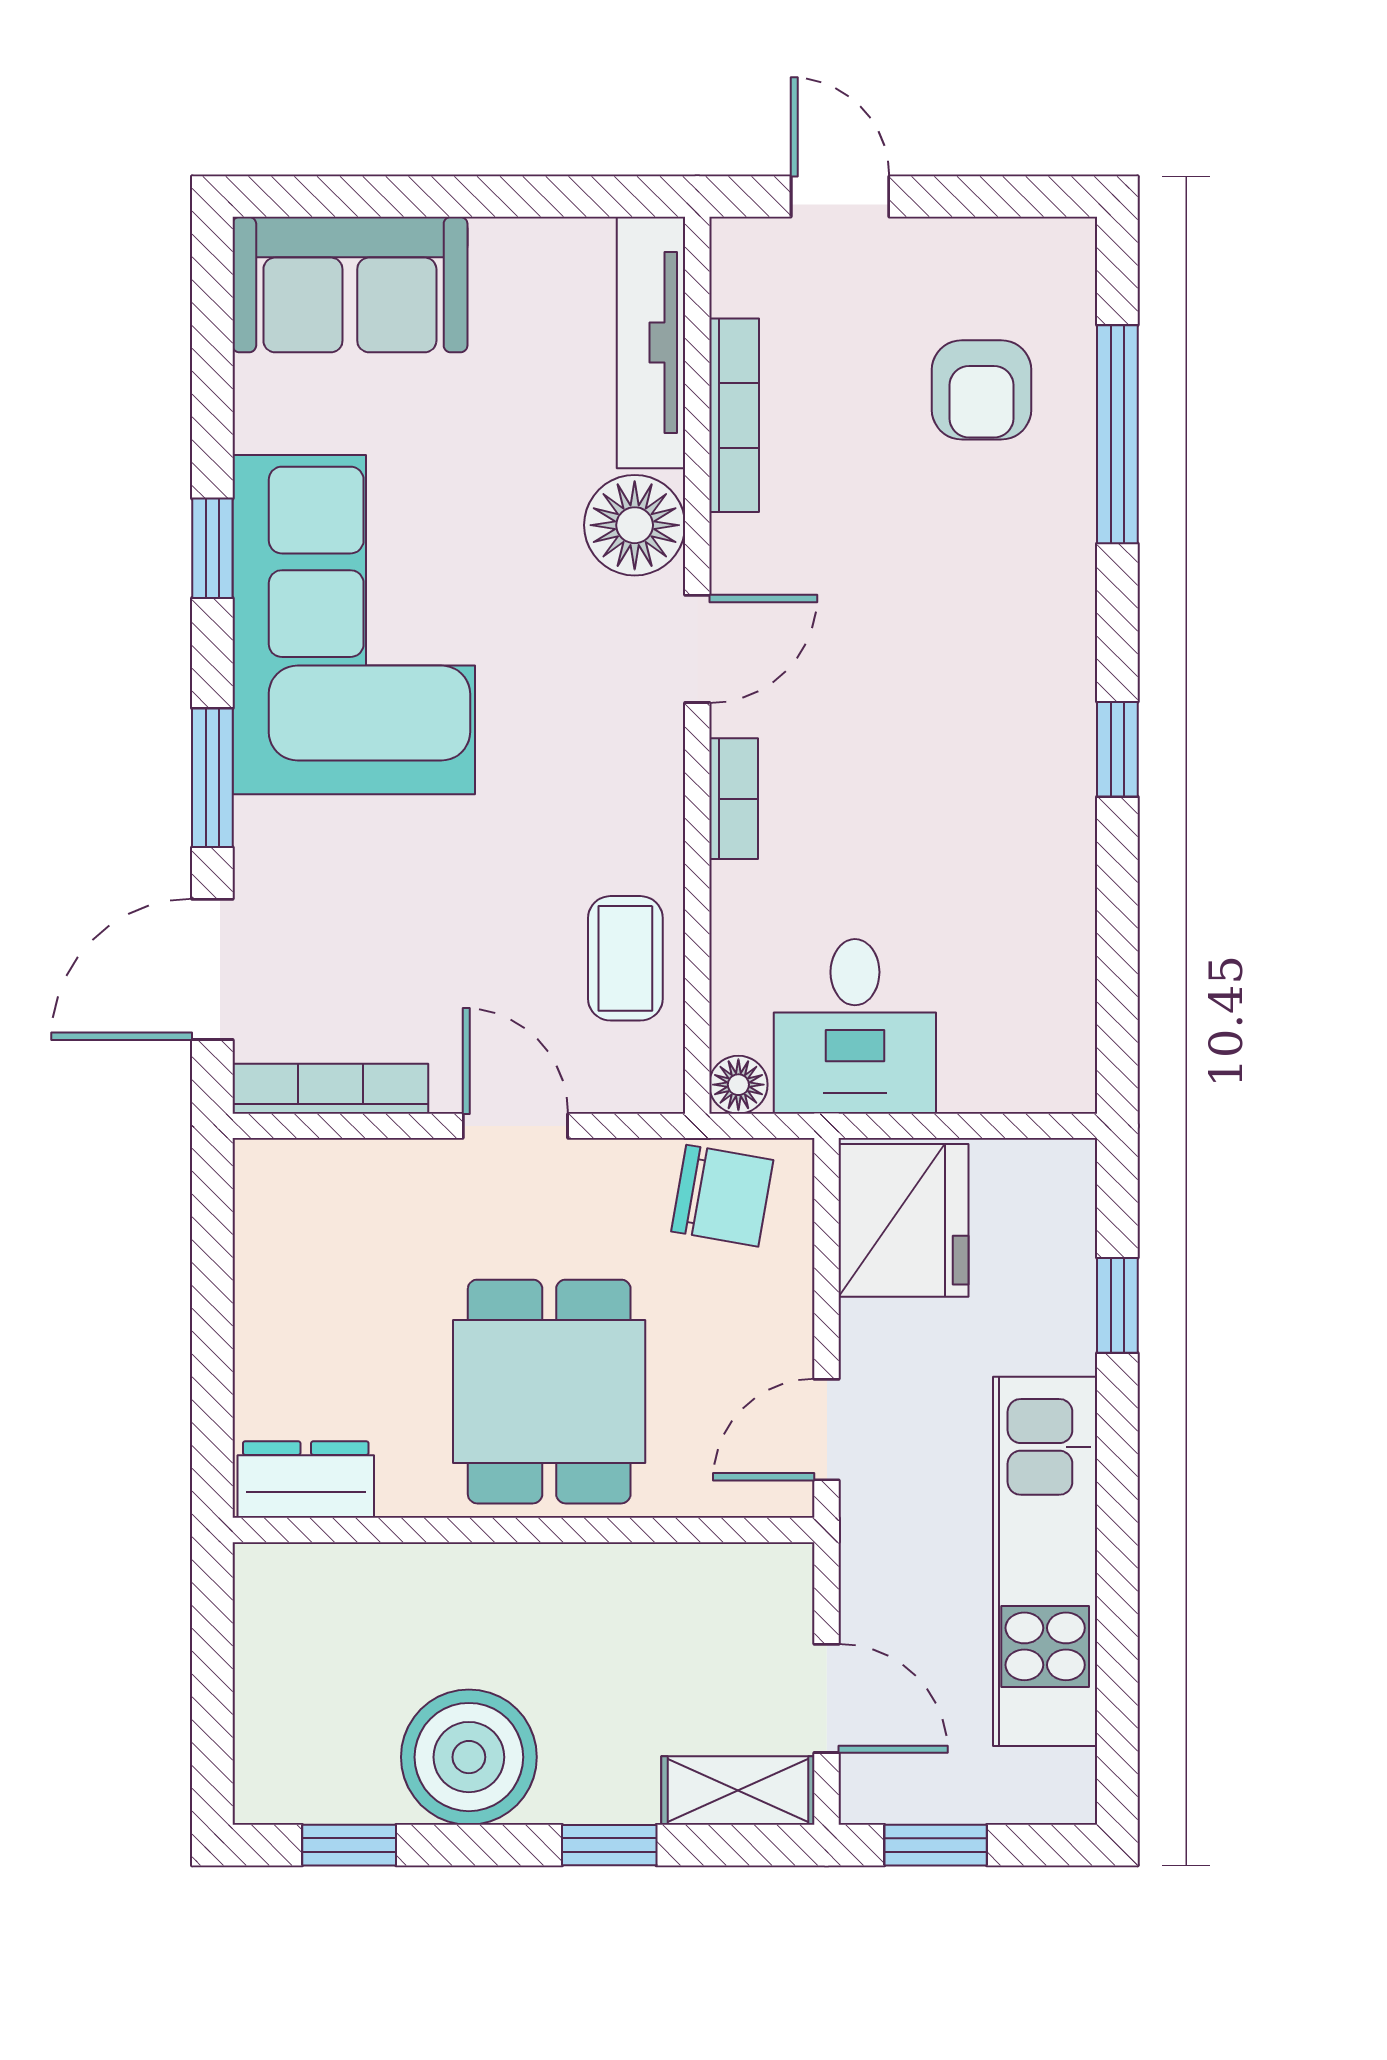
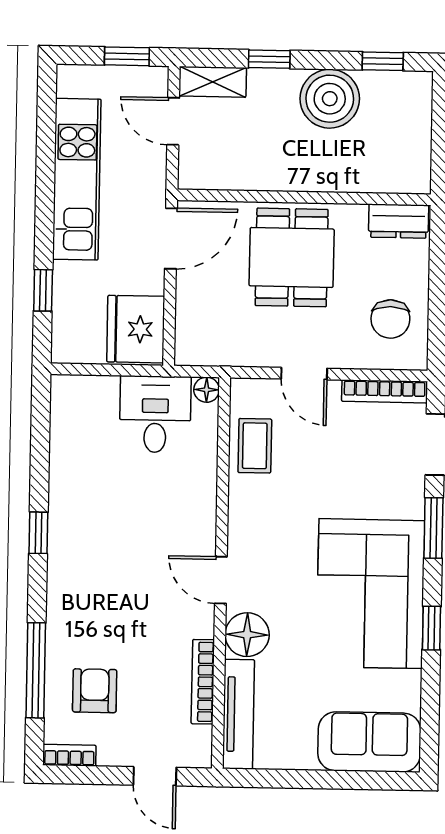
door: (697, 649) -> (221, 580), hinge flipped
bookcase: (734, 799) -> (69, 755), moved, turned 90
chair: (722, 1196) -> (390, 319), moved, turned -100
door: (827, 1430) -> (171, 238), width x1.38

